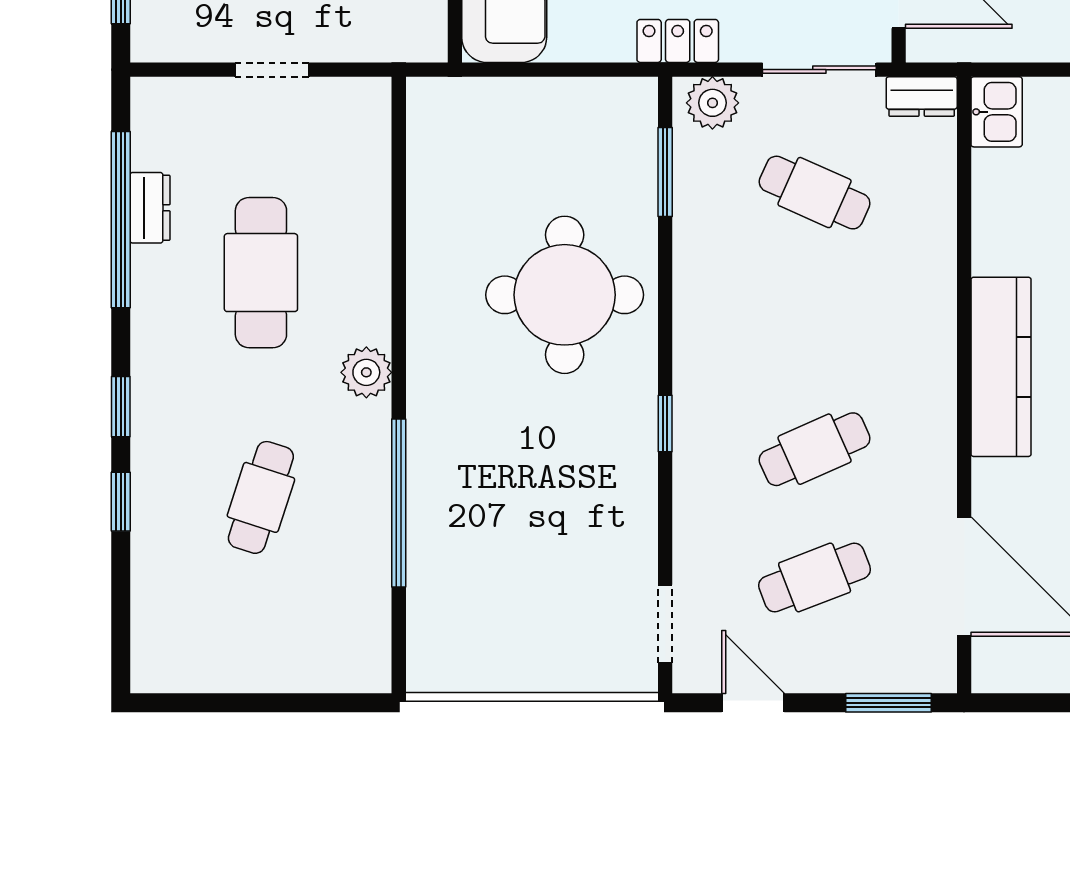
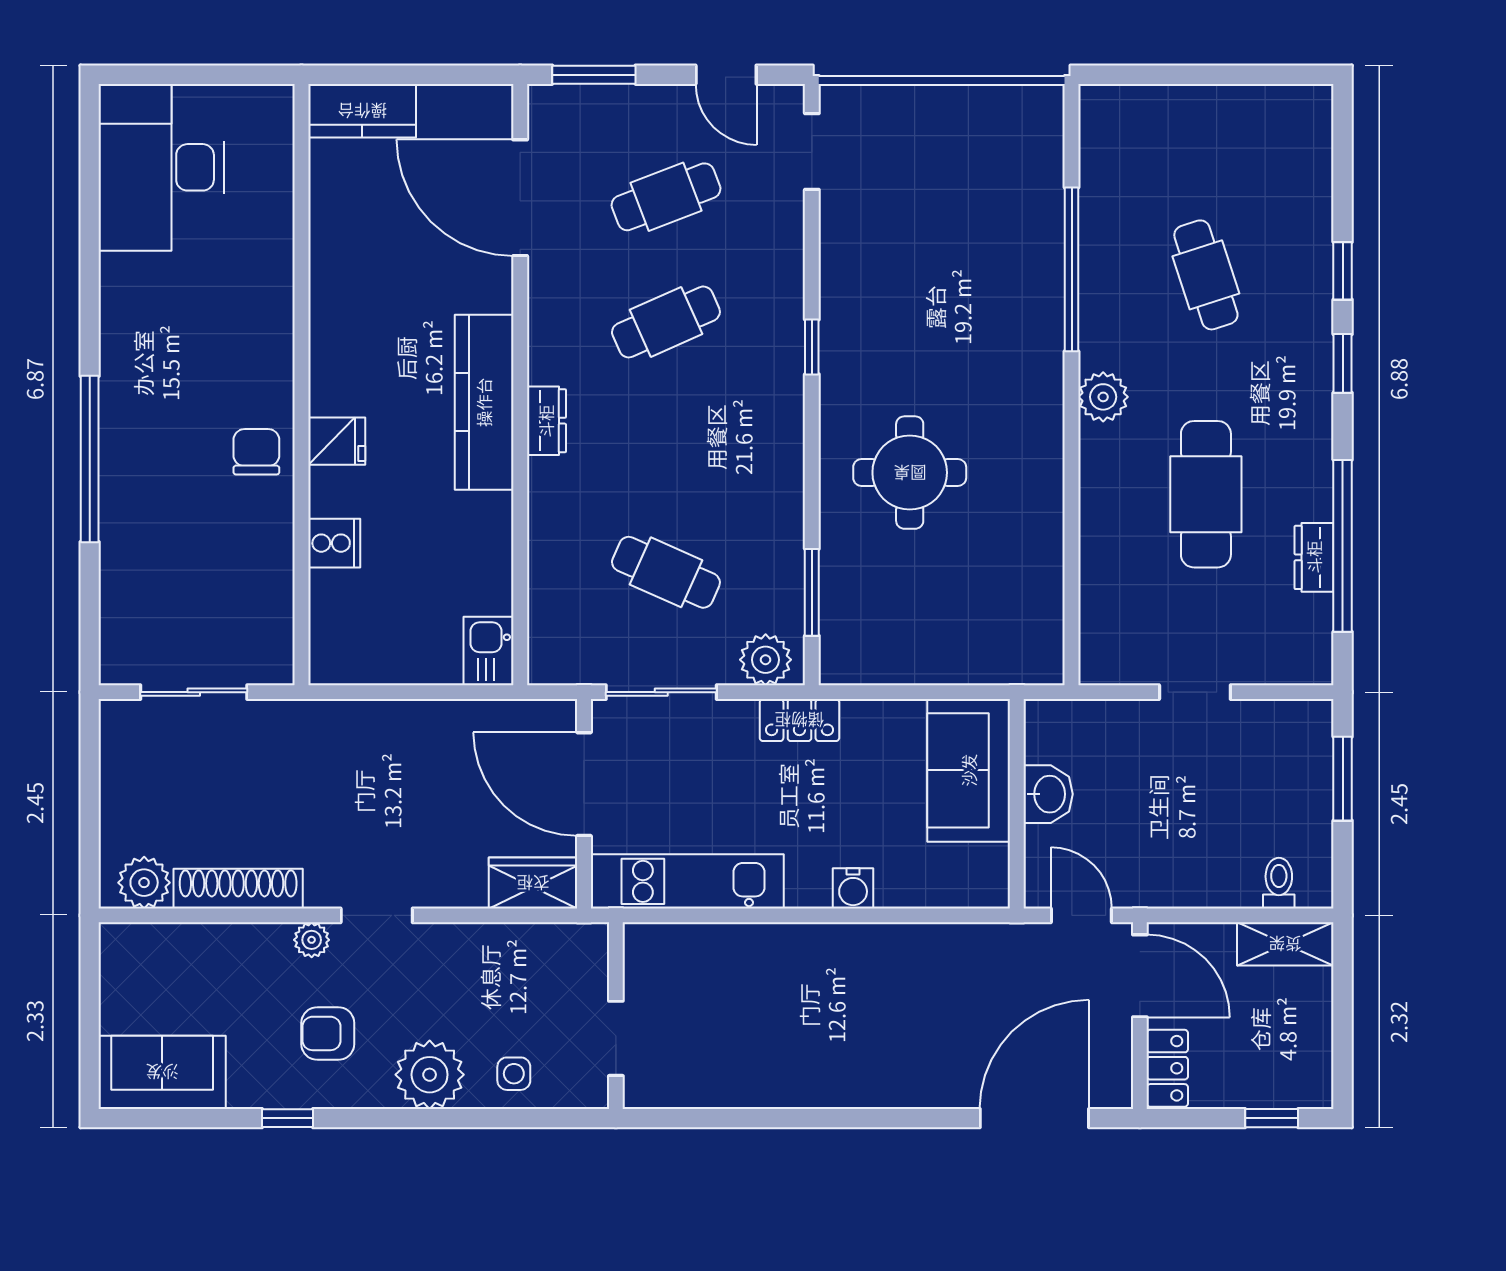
dresser: (922, 97) -> (546, 421), moved, turned 90
round table: (565, 295) -> (910, 473), width x0.73, depth x0.73
cafe table: (261, 497) -> (1206, 275), turned -36

